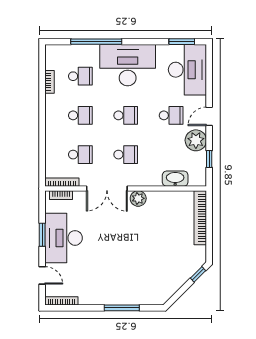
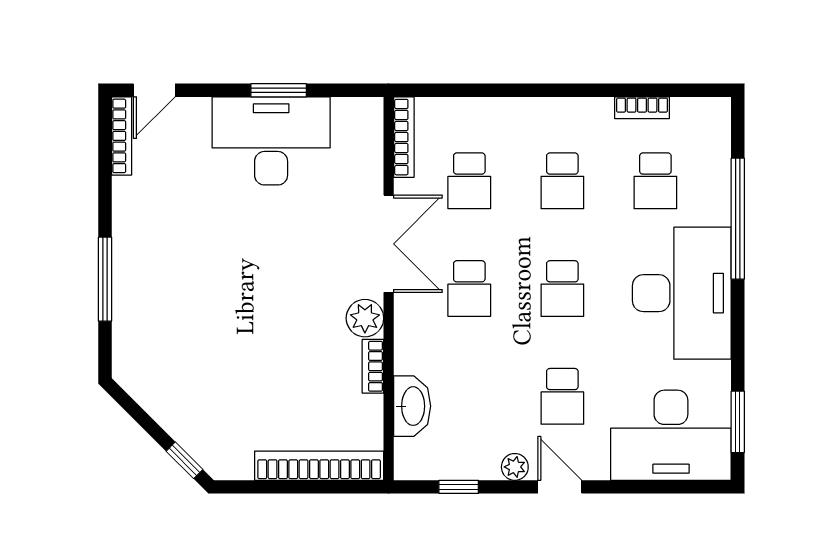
plant: (196, 140) -> (515, 467), width x0.53, depth x0.53
double door: (107, 189) -> (389, 244), swing flipped
bookcase: (61, 195) -> (373, 366), moved
door: (42, 275) -> (154, 90), moved

